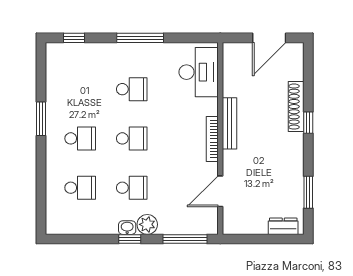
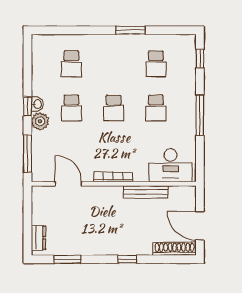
shoe rack: (296, 107) -> (175, 249), moved
bench: (230, 123) -> (146, 192), moved
school desk: (80, 138) -> (156, 64), moved

